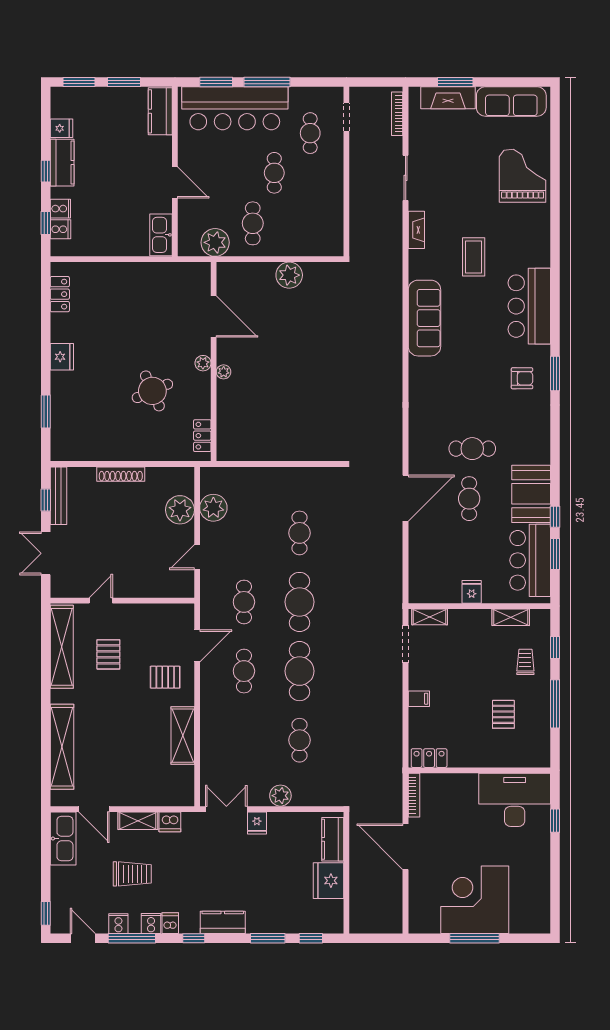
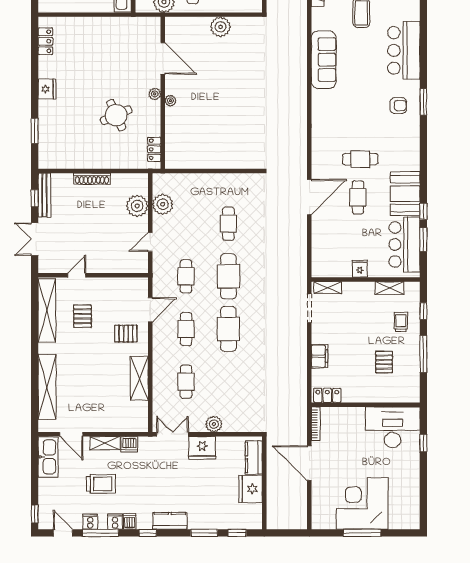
filing cabinet: (419, 699) -> (319, 356), width x2.00
cafe table: (300, 740) -> (186, 382), moved
fridge: (257, 823) -> (202, 448), width x1.88, depth x1.34

